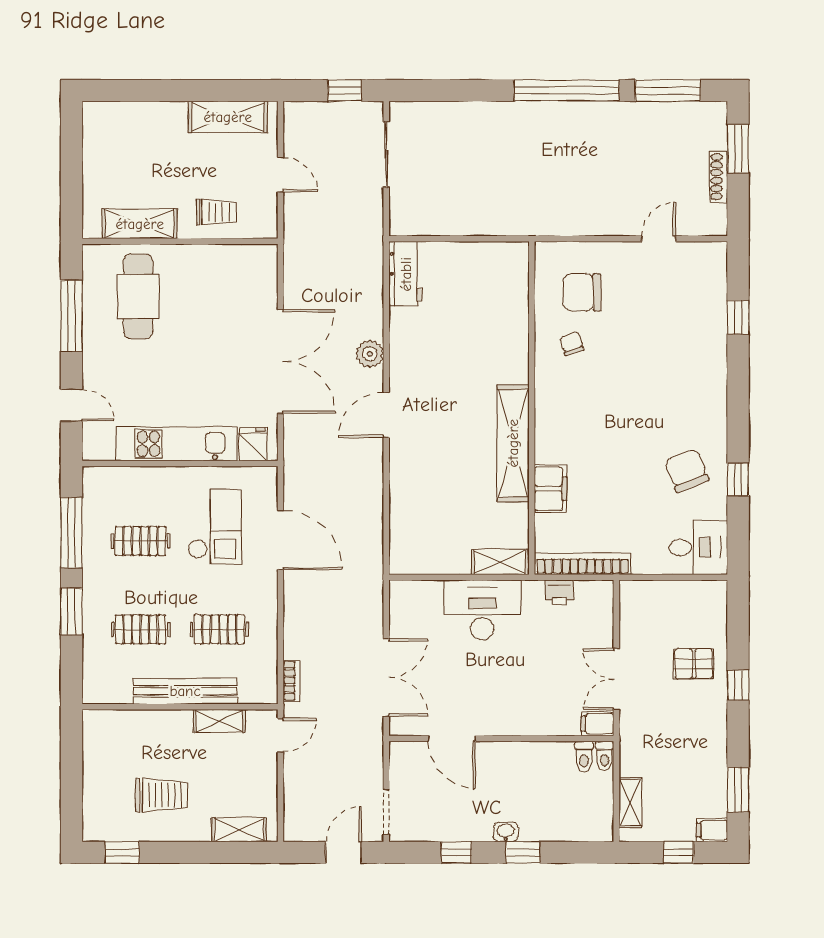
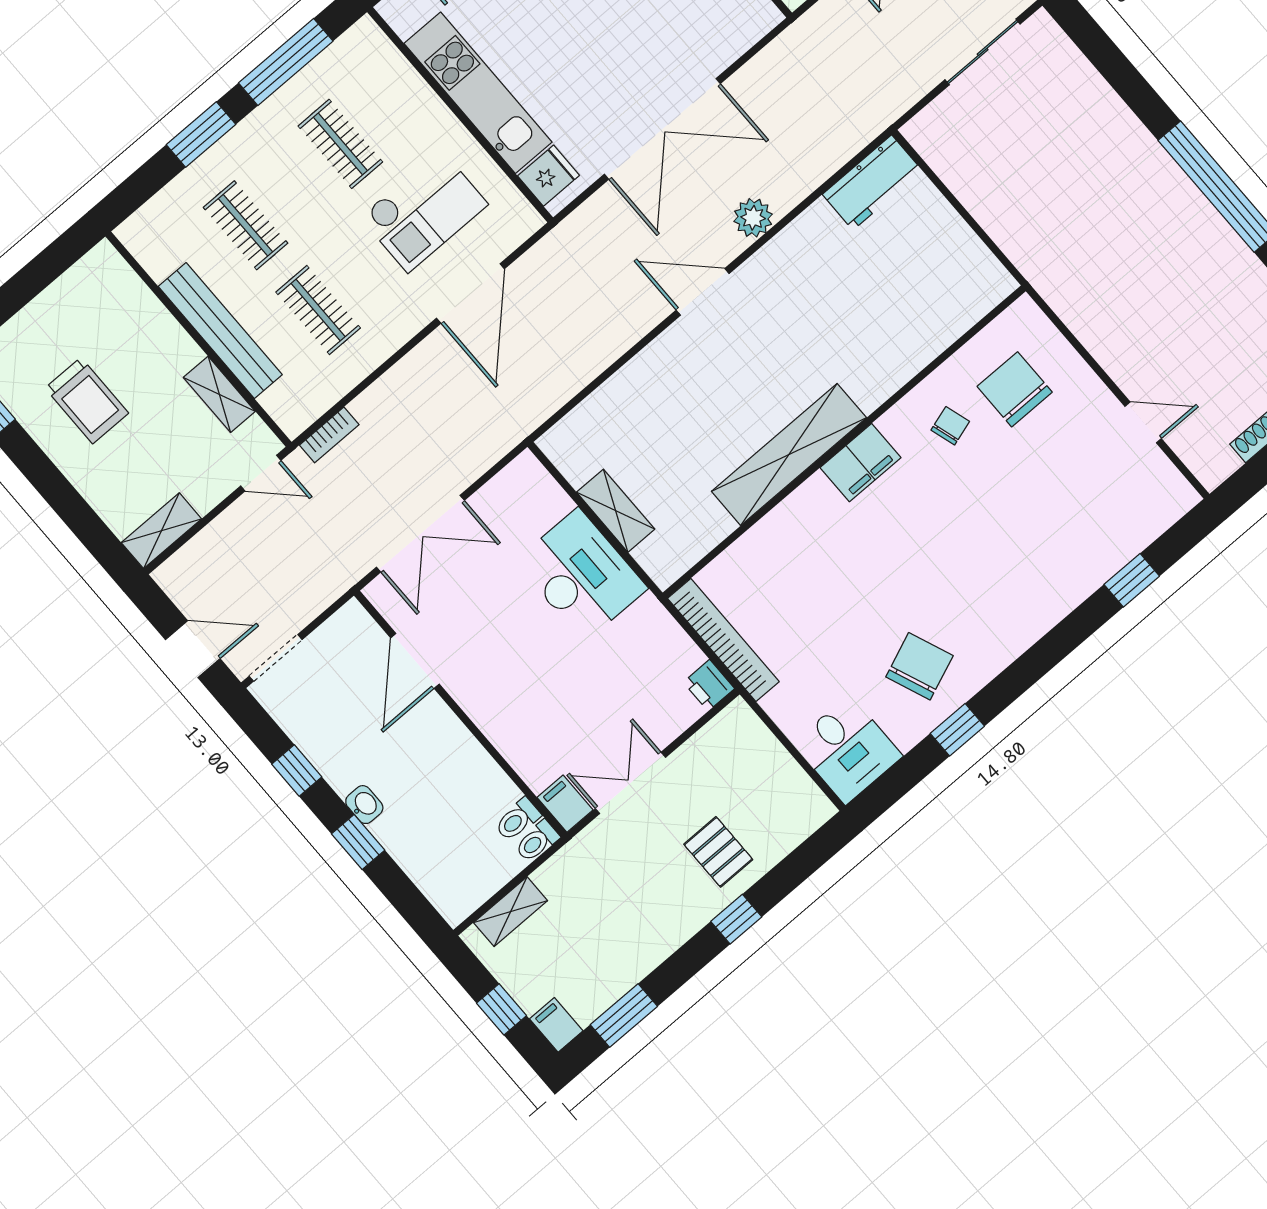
filing cabinet: (550, 489) -> (861, 463), moved
shelving: (500, 562) -> (616, 511), moved
printer: (559, 592) -> (709, 685), moved
shelving: (239, 830) -> (161, 531), moved, turned 90

